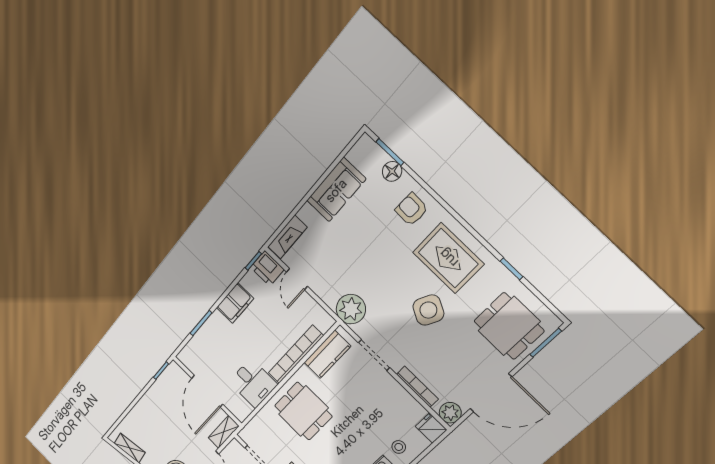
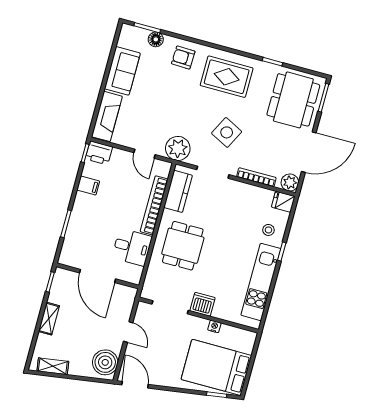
fireplace: (287, 237) -> (107, 116), width x1.37, depth x1.32
door: (297, 279) -> (145, 154), moved
filing cabinet: (235, 303) -> (88, 186), width x0.50
side table: (428, 310) -> (227, 132), moved
dining table: (509, 326) -> (293, 100), width x1.38
dining table: (303, 411) -> (183, 246), turned 90
shelving: (224, 432) -> (49, 319), moved

